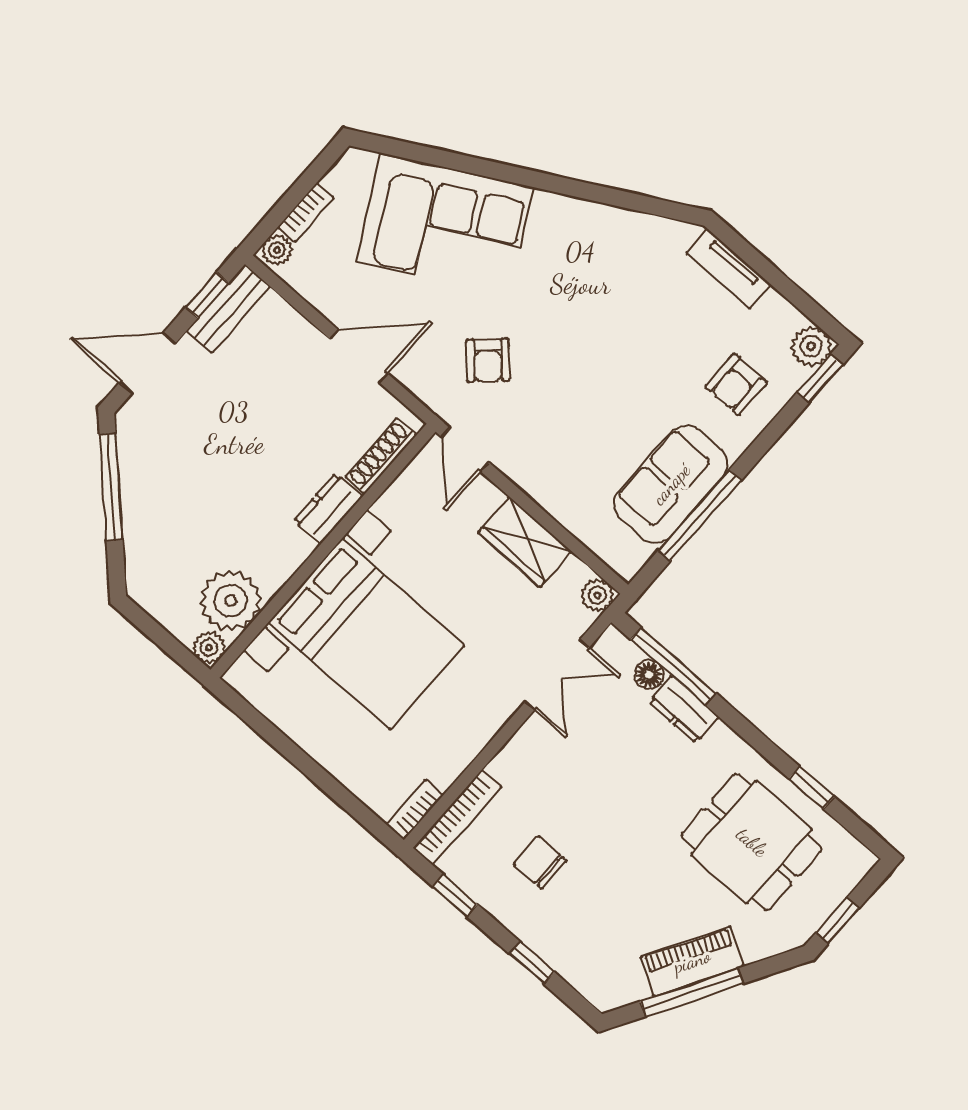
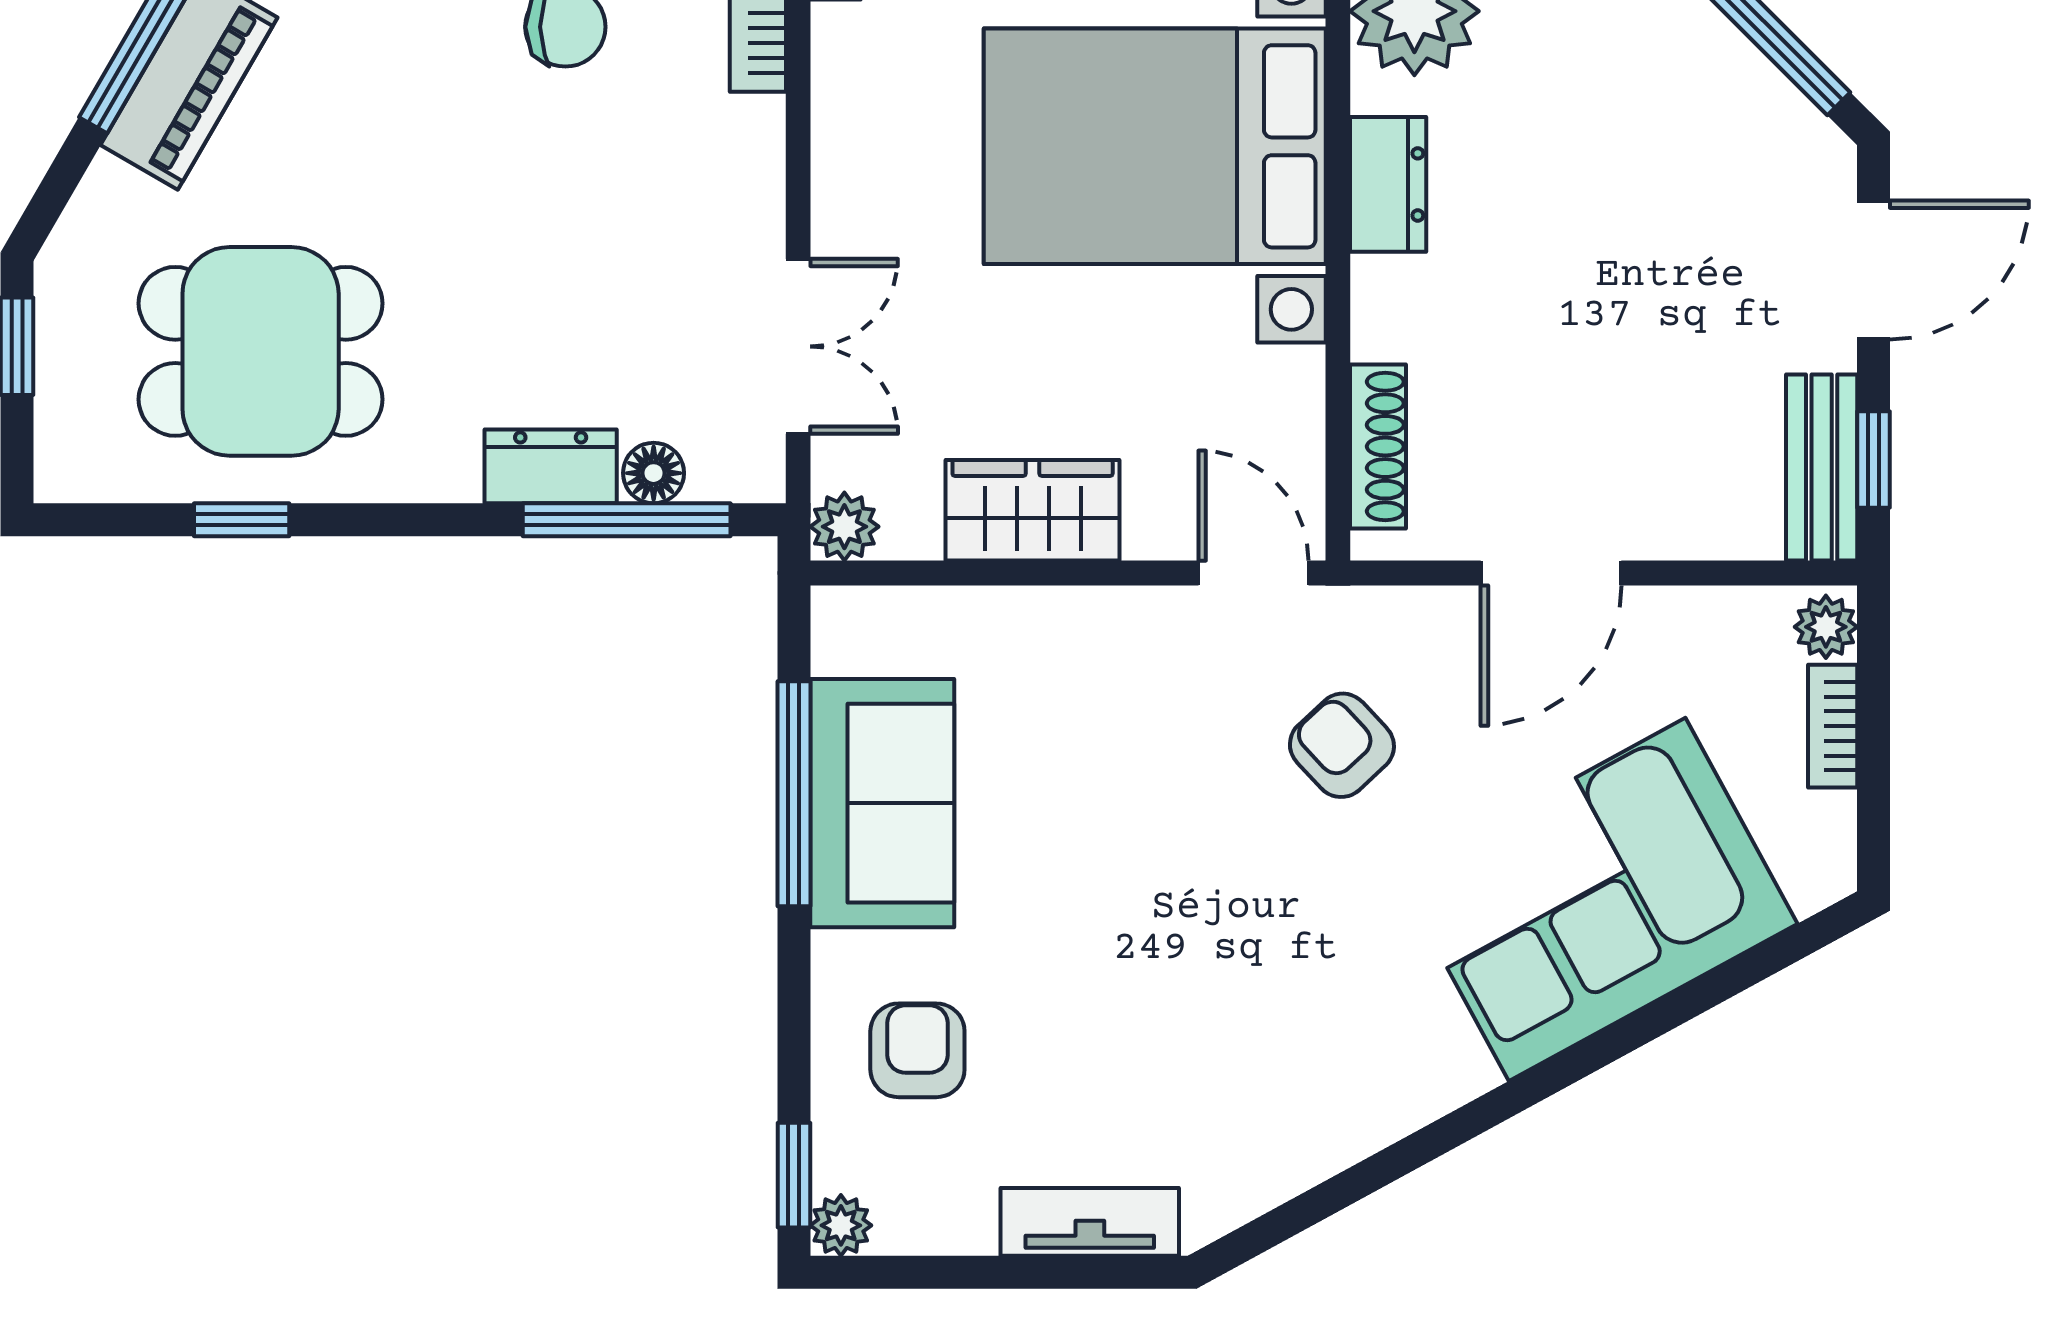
plant: (811, 346) -> (841, 1225), width x0.73, depth x0.73
dresser: (328, 509) -> (1388, 184), moved
double door: (557, 675) -> (798, 346), swing flipped

